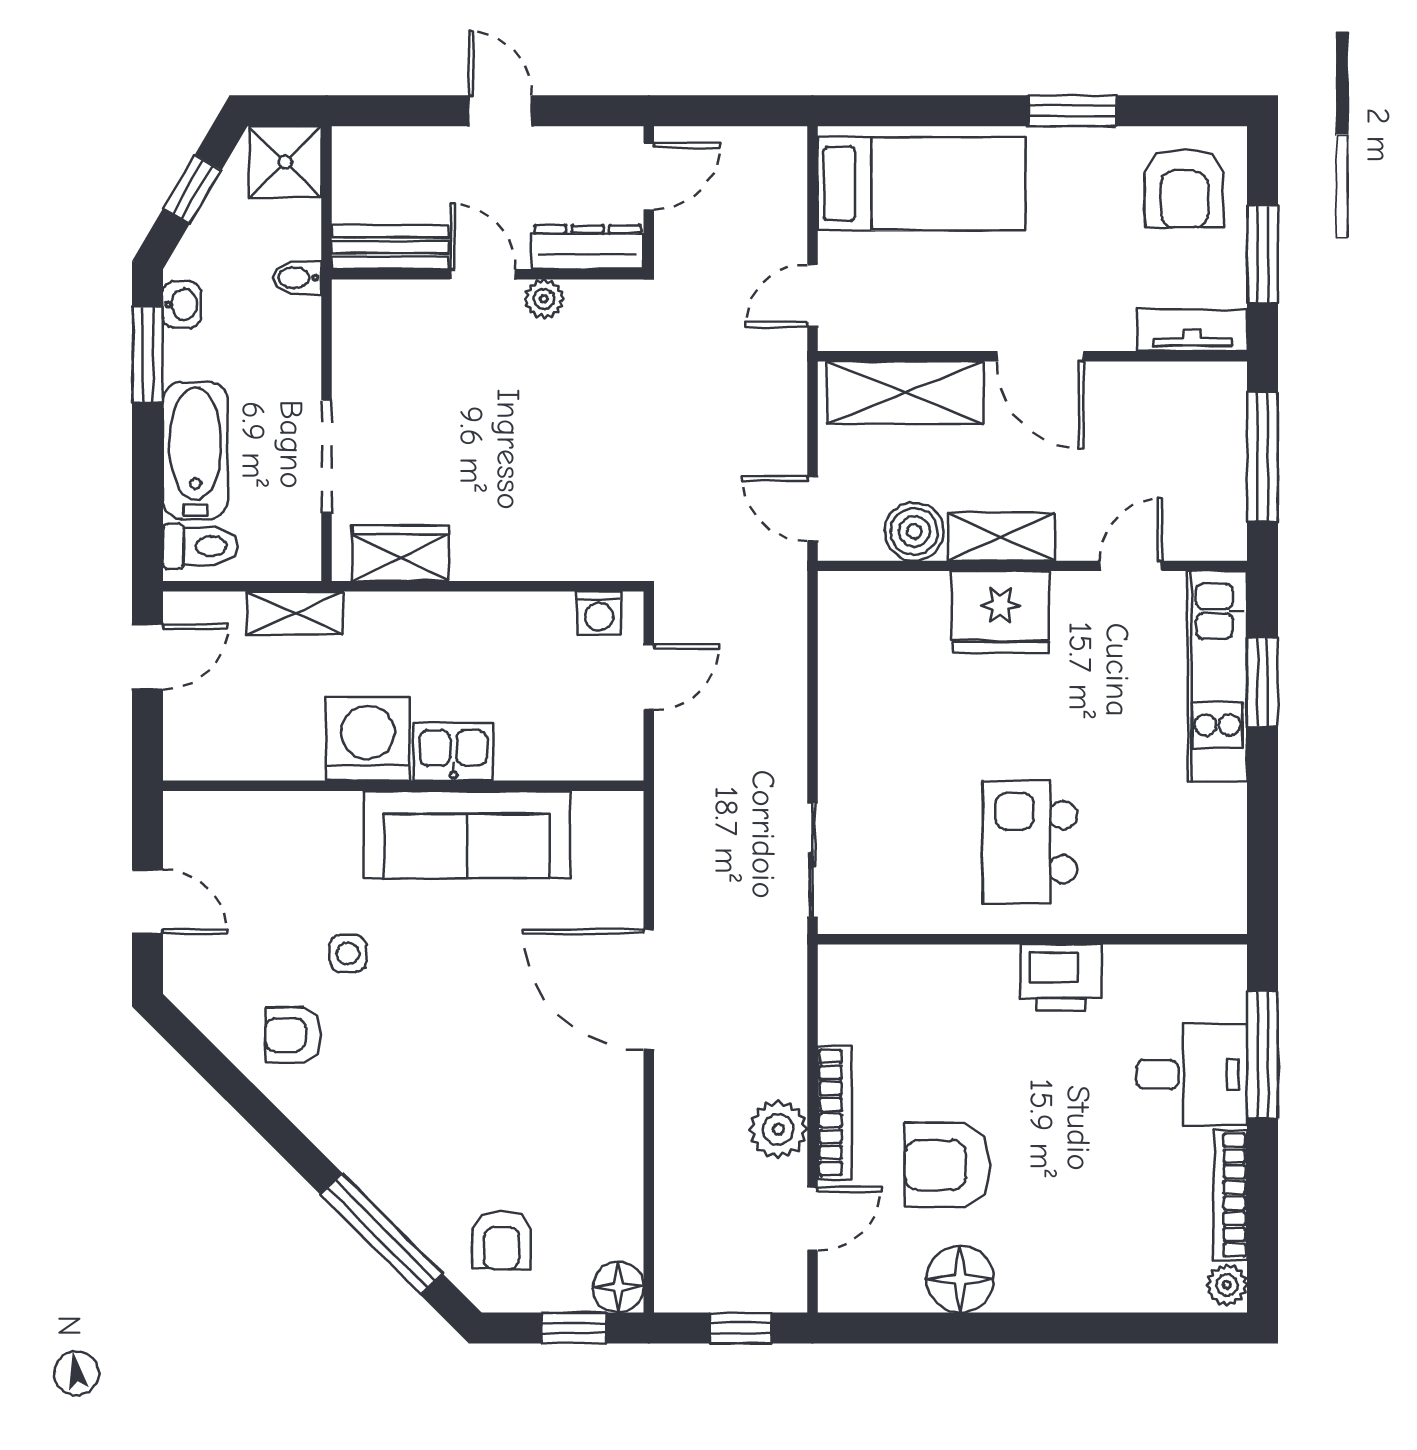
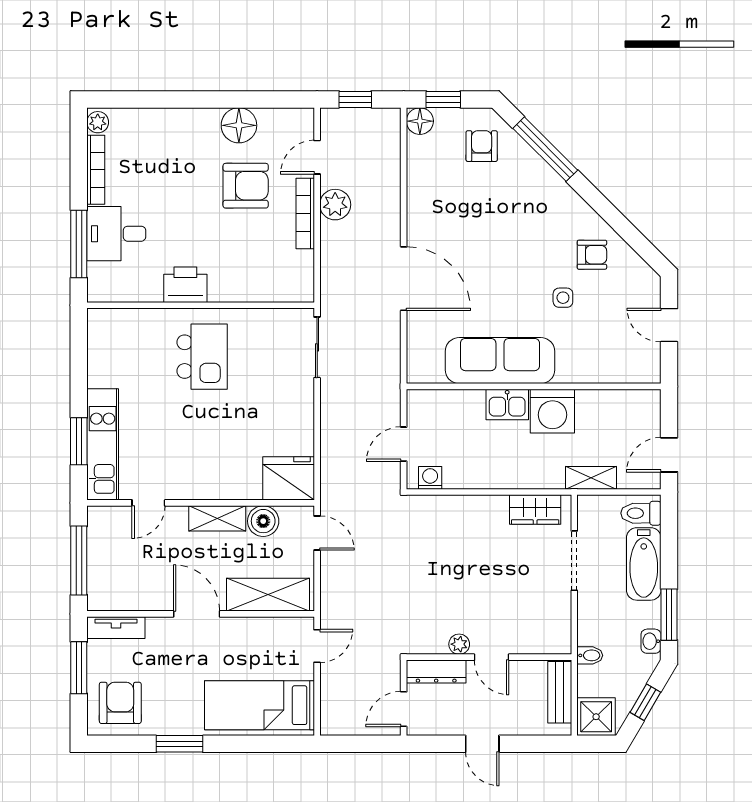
bench: (390, 247) -> (560, 692), moved, turned 90
fridge: (1000, 612) -> (289, 478), moved

